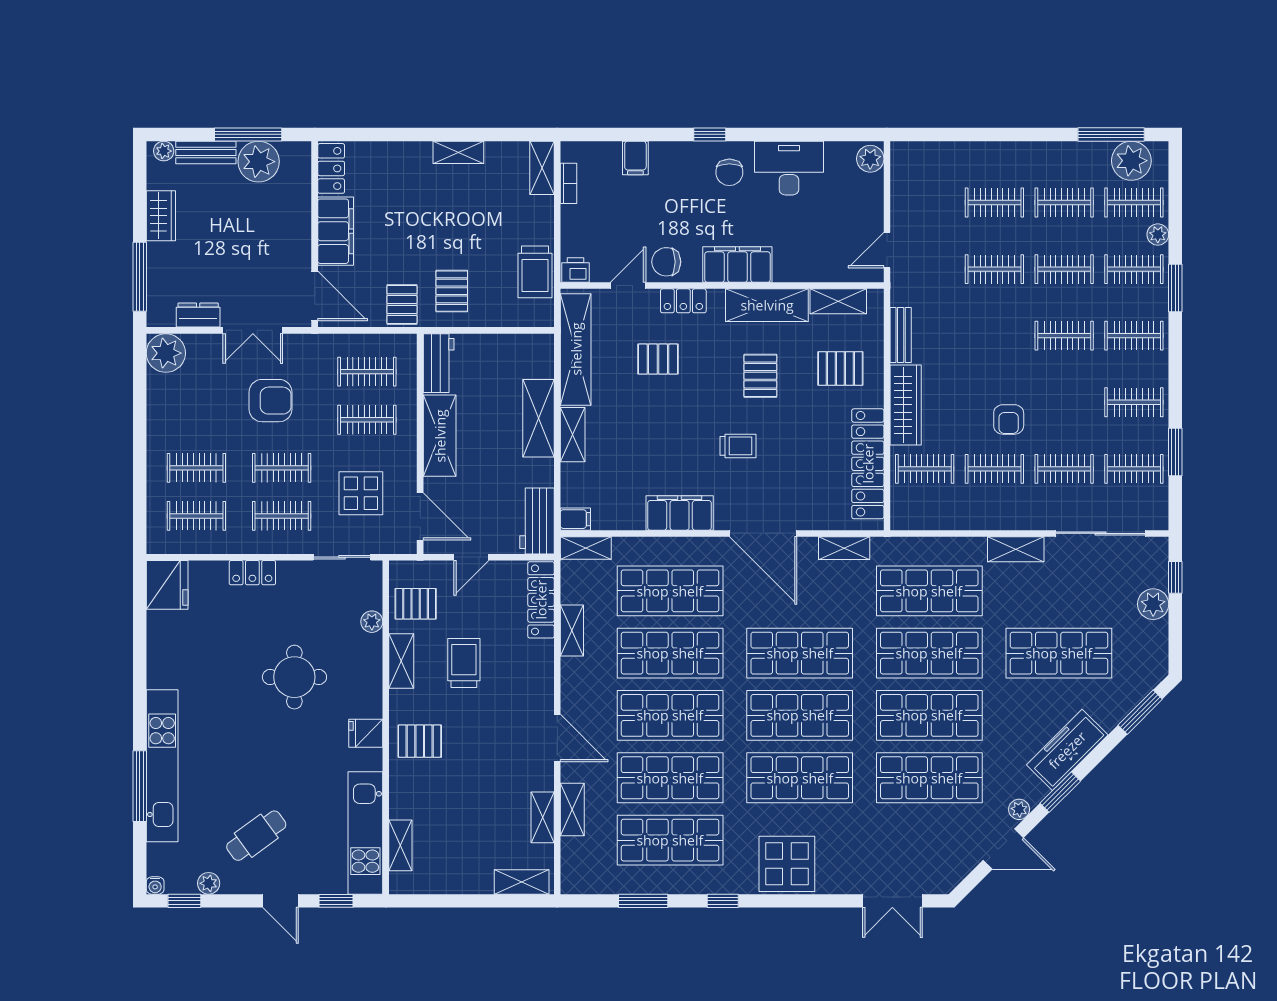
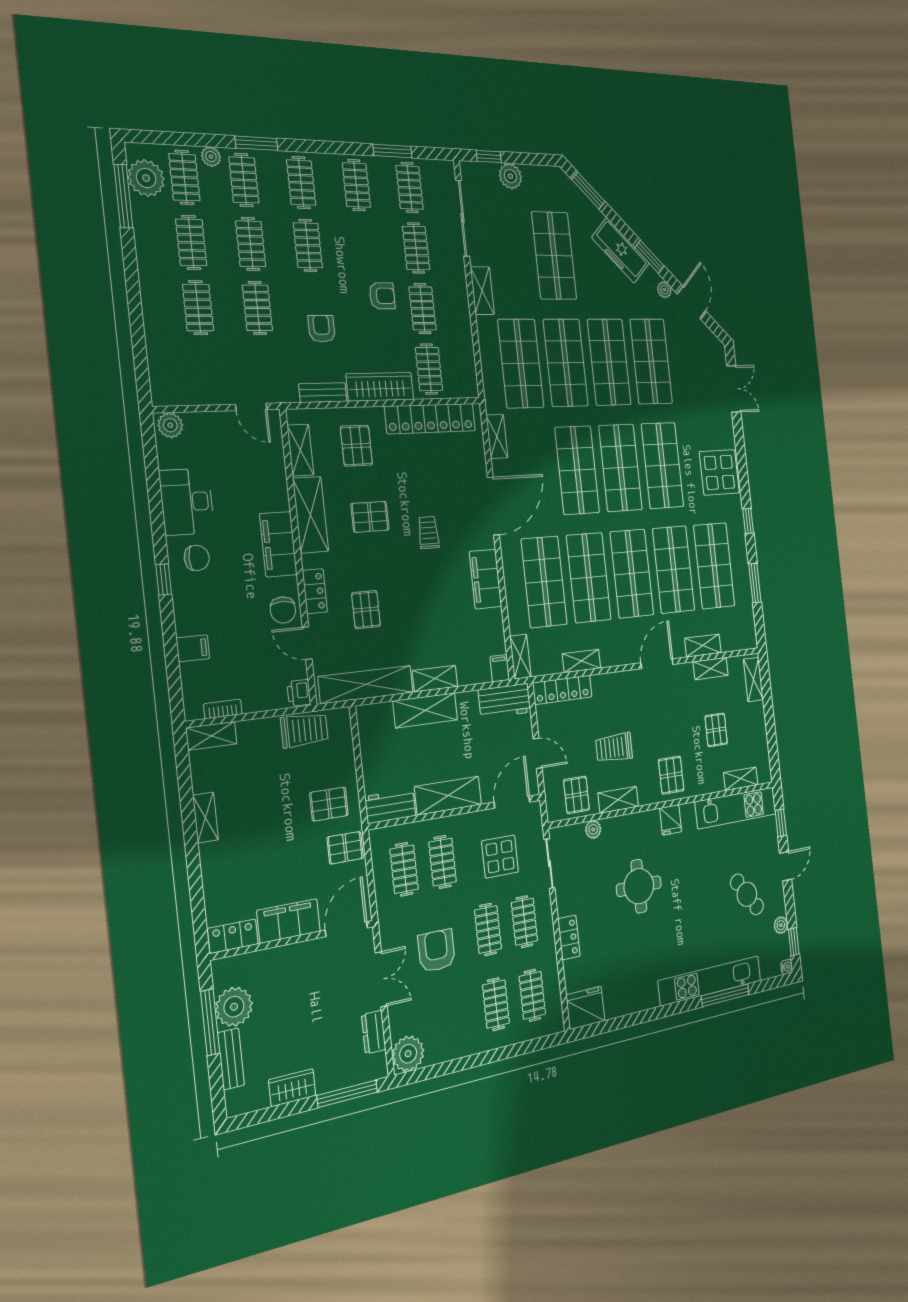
plant: (164, 151) -> (234, 1100), removed
armchair: (972, 342) -> (322, 329), added
pallet: (466, 816) -> (716, 730), added

